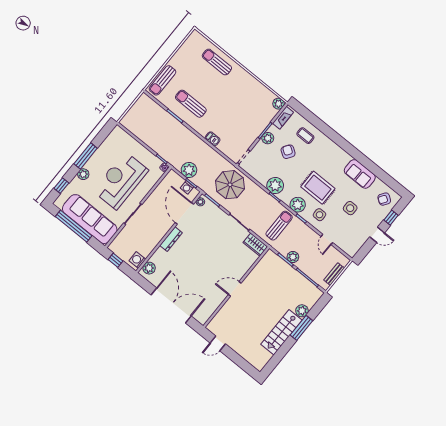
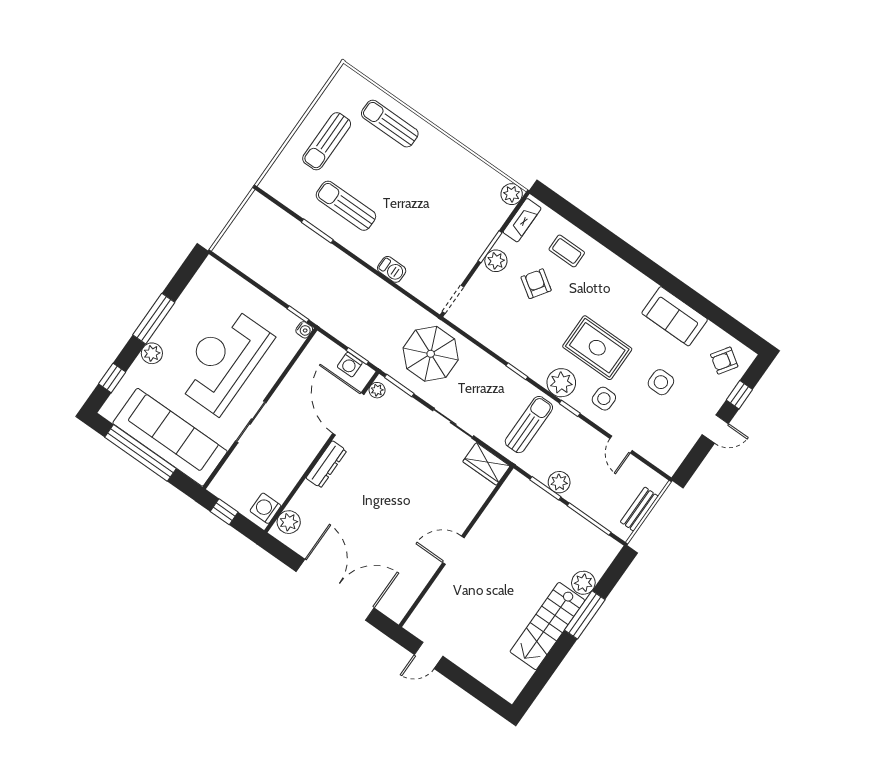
sun lounger: (162, 80) -> (327, 141), moved
plant: (189, 170) -> (351, 331), removed
plant: (275, 186) -> (516, 349), removed

